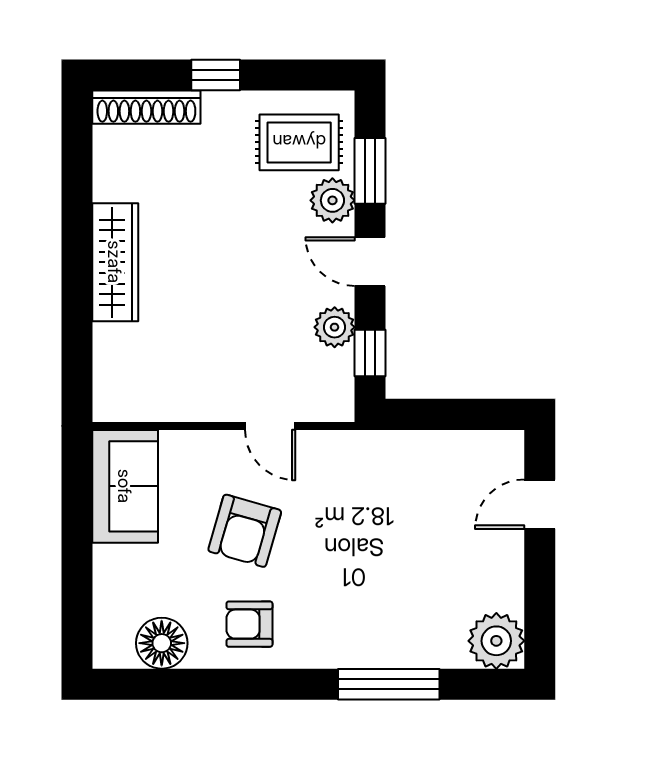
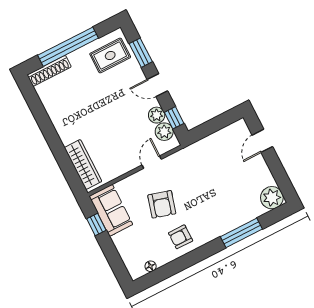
window: (216, 75) -> (68, 47), width x3.17
plant: (332, 200) -> (164, 132), moved
wardrobe: (115, 262) -> (83, 164), moved
door: (270, 426) -> (152, 162), swing flipped
window: (77, 501) -> (96, 224), added
floor lamp: (162, 643) -> (151, 266), width x0.53, depth x0.53

